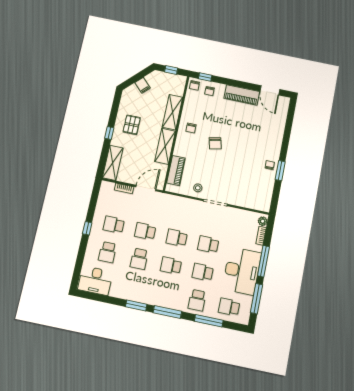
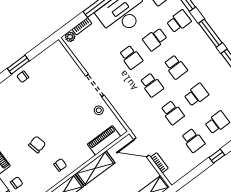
chair: (215, 143) -> (37, 144), moved
school desk: (203, 272) -> (155, 39), turned 90

